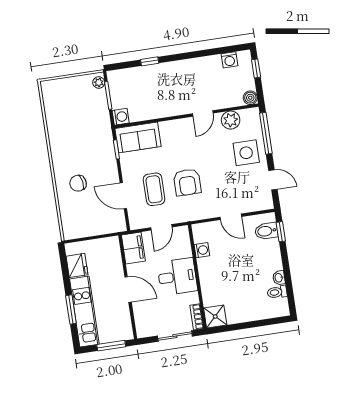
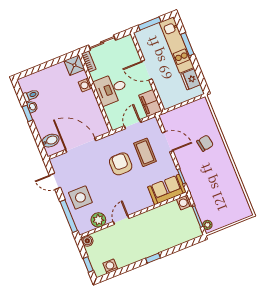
window: (150, 61) -> (153, 258), moved
door: (231, 217) -> (81, 145), width x1.87
window: (281, 232) -> (27, 113), moved
washing machine: (202, 250) -> (85, 85), moved

